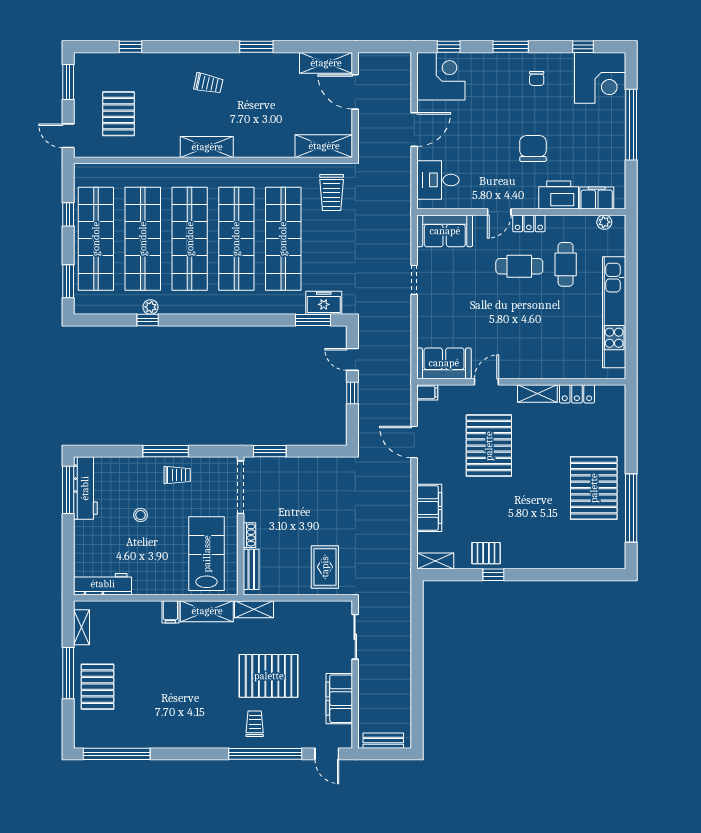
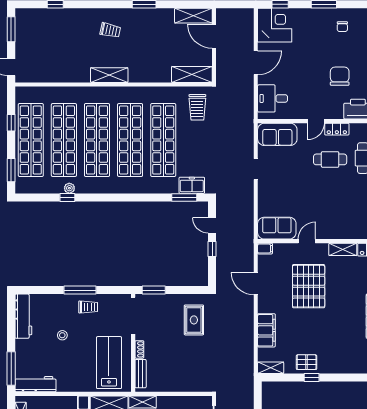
pallet: (118, 114) -> (47, 52), removed
window: (68, 490) -> (11, 368), moved
rug: (325, 567) -> (194, 320), moved

